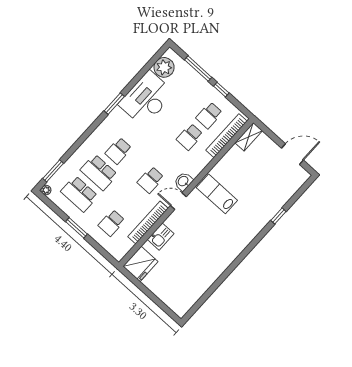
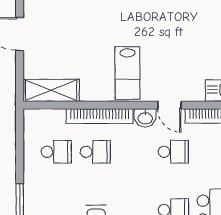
window: (221, 90) -> (20, 163), removed
bookcase: (227, 136) -> (100, 116), moved
shelving: (249, 137) -> (51, 90), width x1.50, depth x1.33

